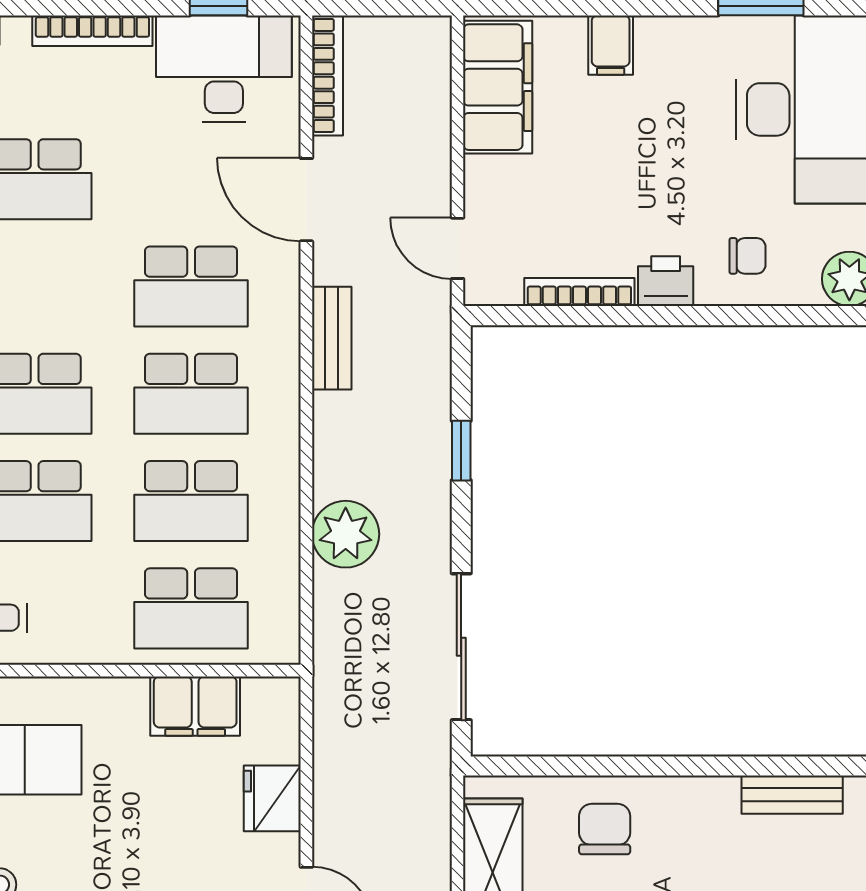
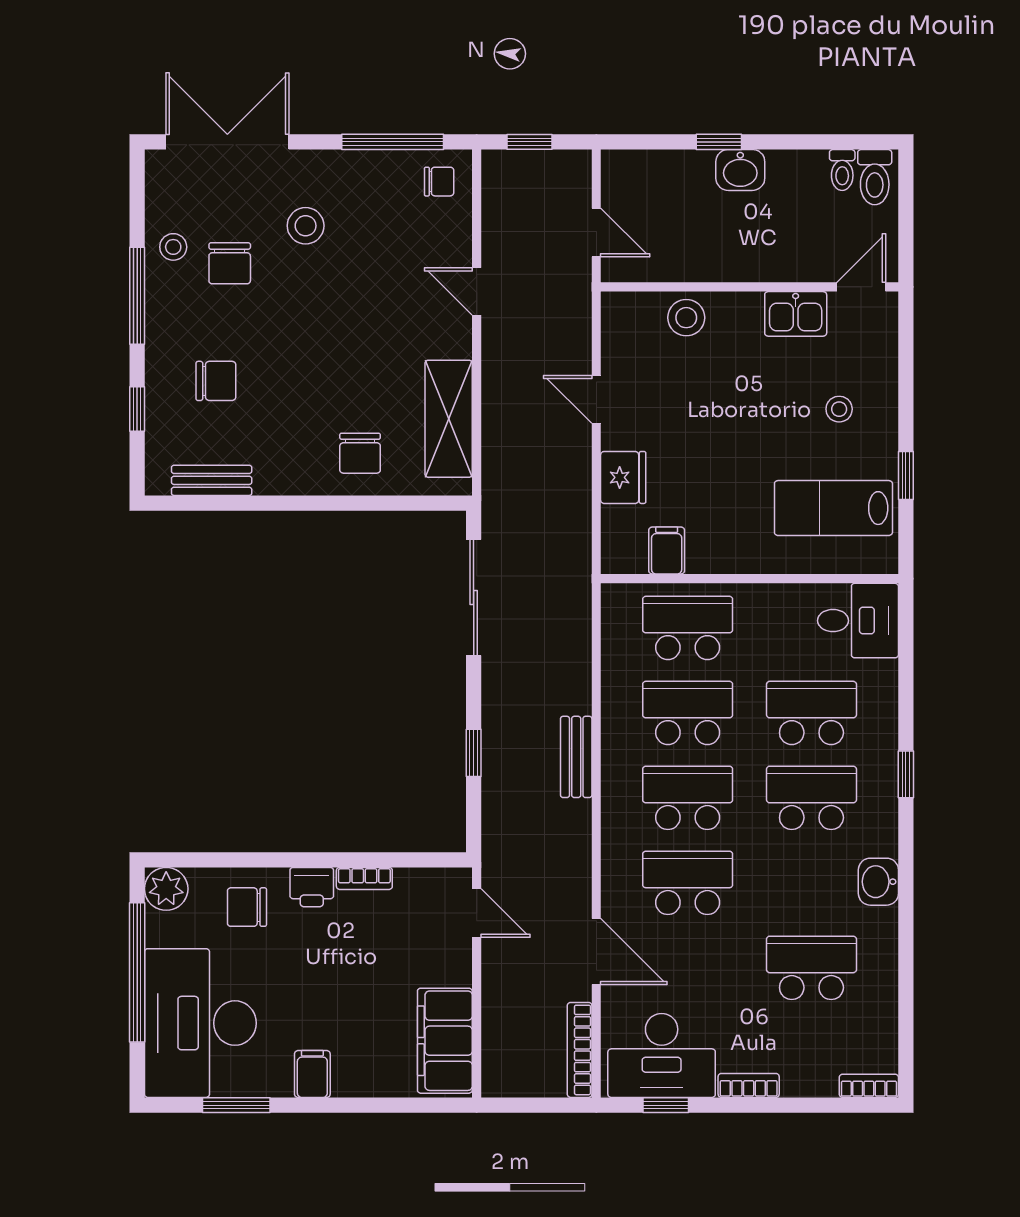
bookcase: (92, 31) -> (749, 1085), width x0.64
filing cabinet: (611, 45) -> (312, 1074), moved
chair: (747, 256) -> (247, 907), width x1.37, depth x1.37
bookcase: (579, 292) -> (364, 878), width x0.64
bench: (332, 338) -> (576, 757), moved
plant: (346, 534) -> (565, 687), removed
filing cabinet: (195, 706) -> (667, 550), width x0.50

